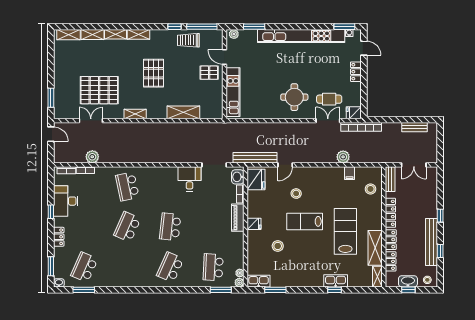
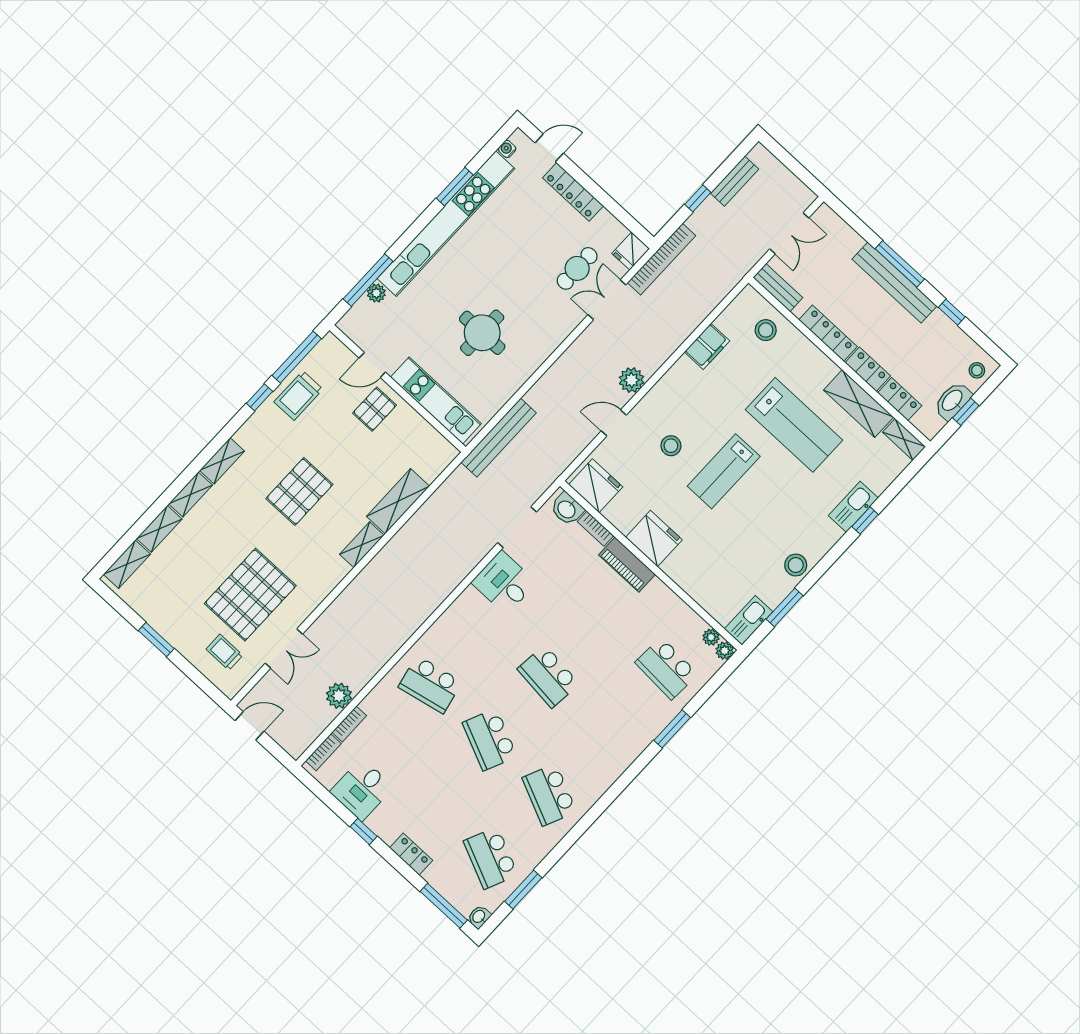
window: (254, 27) -> (368, 280), width x1.44
window: (344, 27) -> (455, 187), moved
plant: (234, 34) -> (376, 293), moved
locker: (356, 72) -> (573, 192), width x1.53
pallet: (154, 73) -> (299, 491), turned 90
round table: (294, 97) -> (482, 333), moved
window: (51, 98) -> (156, 640), moved
trolley: (69, 100) -> (224, 652), added
shelving: (135, 114) -> (362, 545), moved
window: (396, 120) -> (698, 198), added
double door: (91, 121) -> (284, 649), swing flipped
plant: (343, 157) -> (632, 380), moved
bench: (255, 158) -> (499, 438), moved
door: (285, 165) -> (614, 423), swing flipped
filing cabinet: (350, 173) -> (707, 346), width x2.00
desk: (66, 201) -> (362, 789), width x0.73
window: (440, 216) -> (900, 264), width x2.17
fridge: (254, 224) -> (654, 539), width x1.88, depth x1.34
lab bench: (345, 231) -> (794, 425), turned 180
bench: (431, 242) -> (894, 283), moved
stool: (278, 246) -> (796, 565), moved
window: (51, 266) -> (444, 906), width x1.44
school desk: (170, 267) -> (549, 795), moved
window: (221, 290) -> (672, 729), moved

